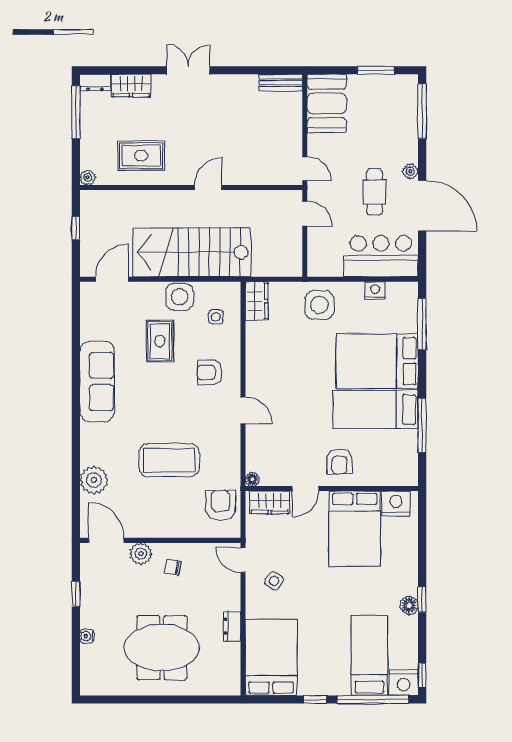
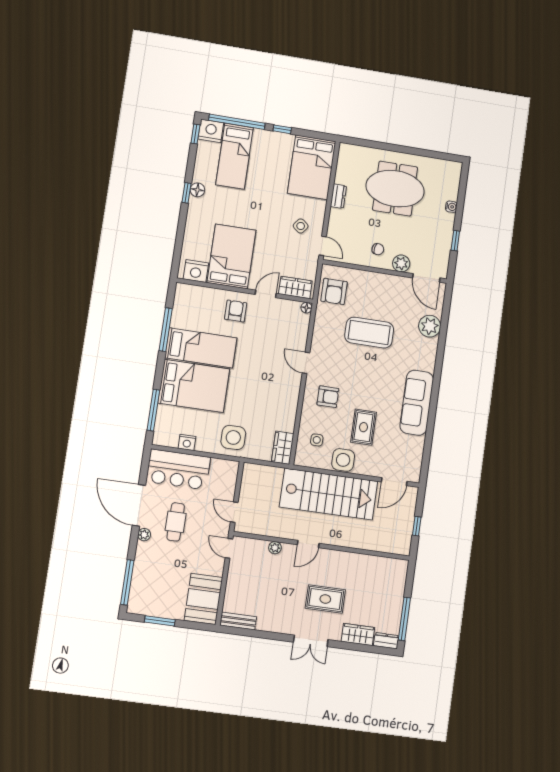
rug: (141, 156) -> (325, 599), moved
plant: (88, 177) -> (275, 548), moved

